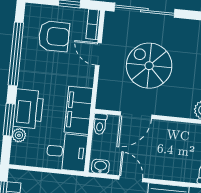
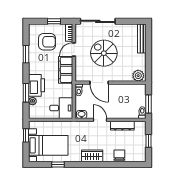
window: (16, 54) -> (26, 54), width x0.47
door: (98, 54) -> (74, 49), hinge flipped
filing cabinet: (78, 110) -> (66, 70), moved
door: (136, 115) -> (99, 83), hinge flipped

